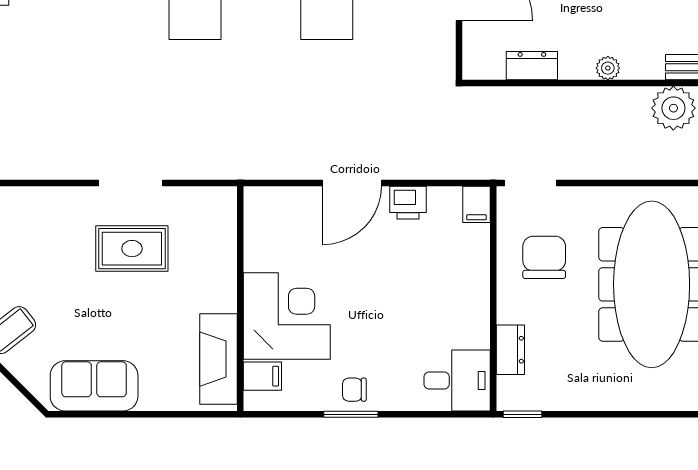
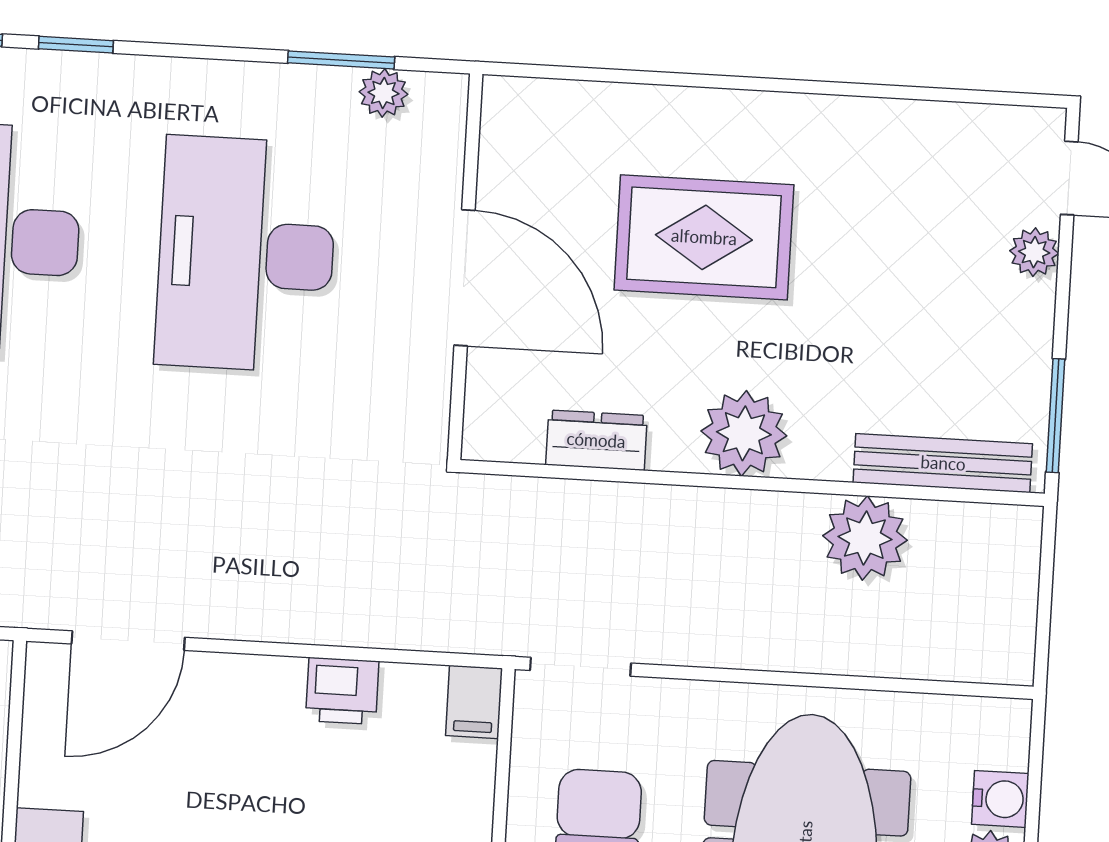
plant: (608, 68) -> (744, 433), width x1.88, depth x1.88
door: (352, 183) -> (128, 641), moved

